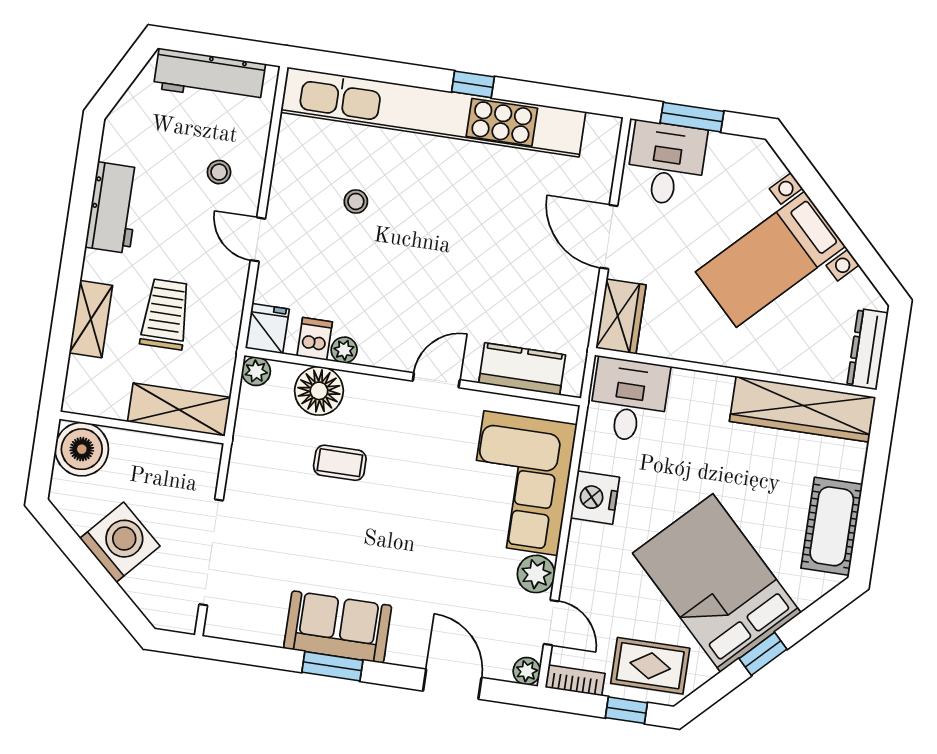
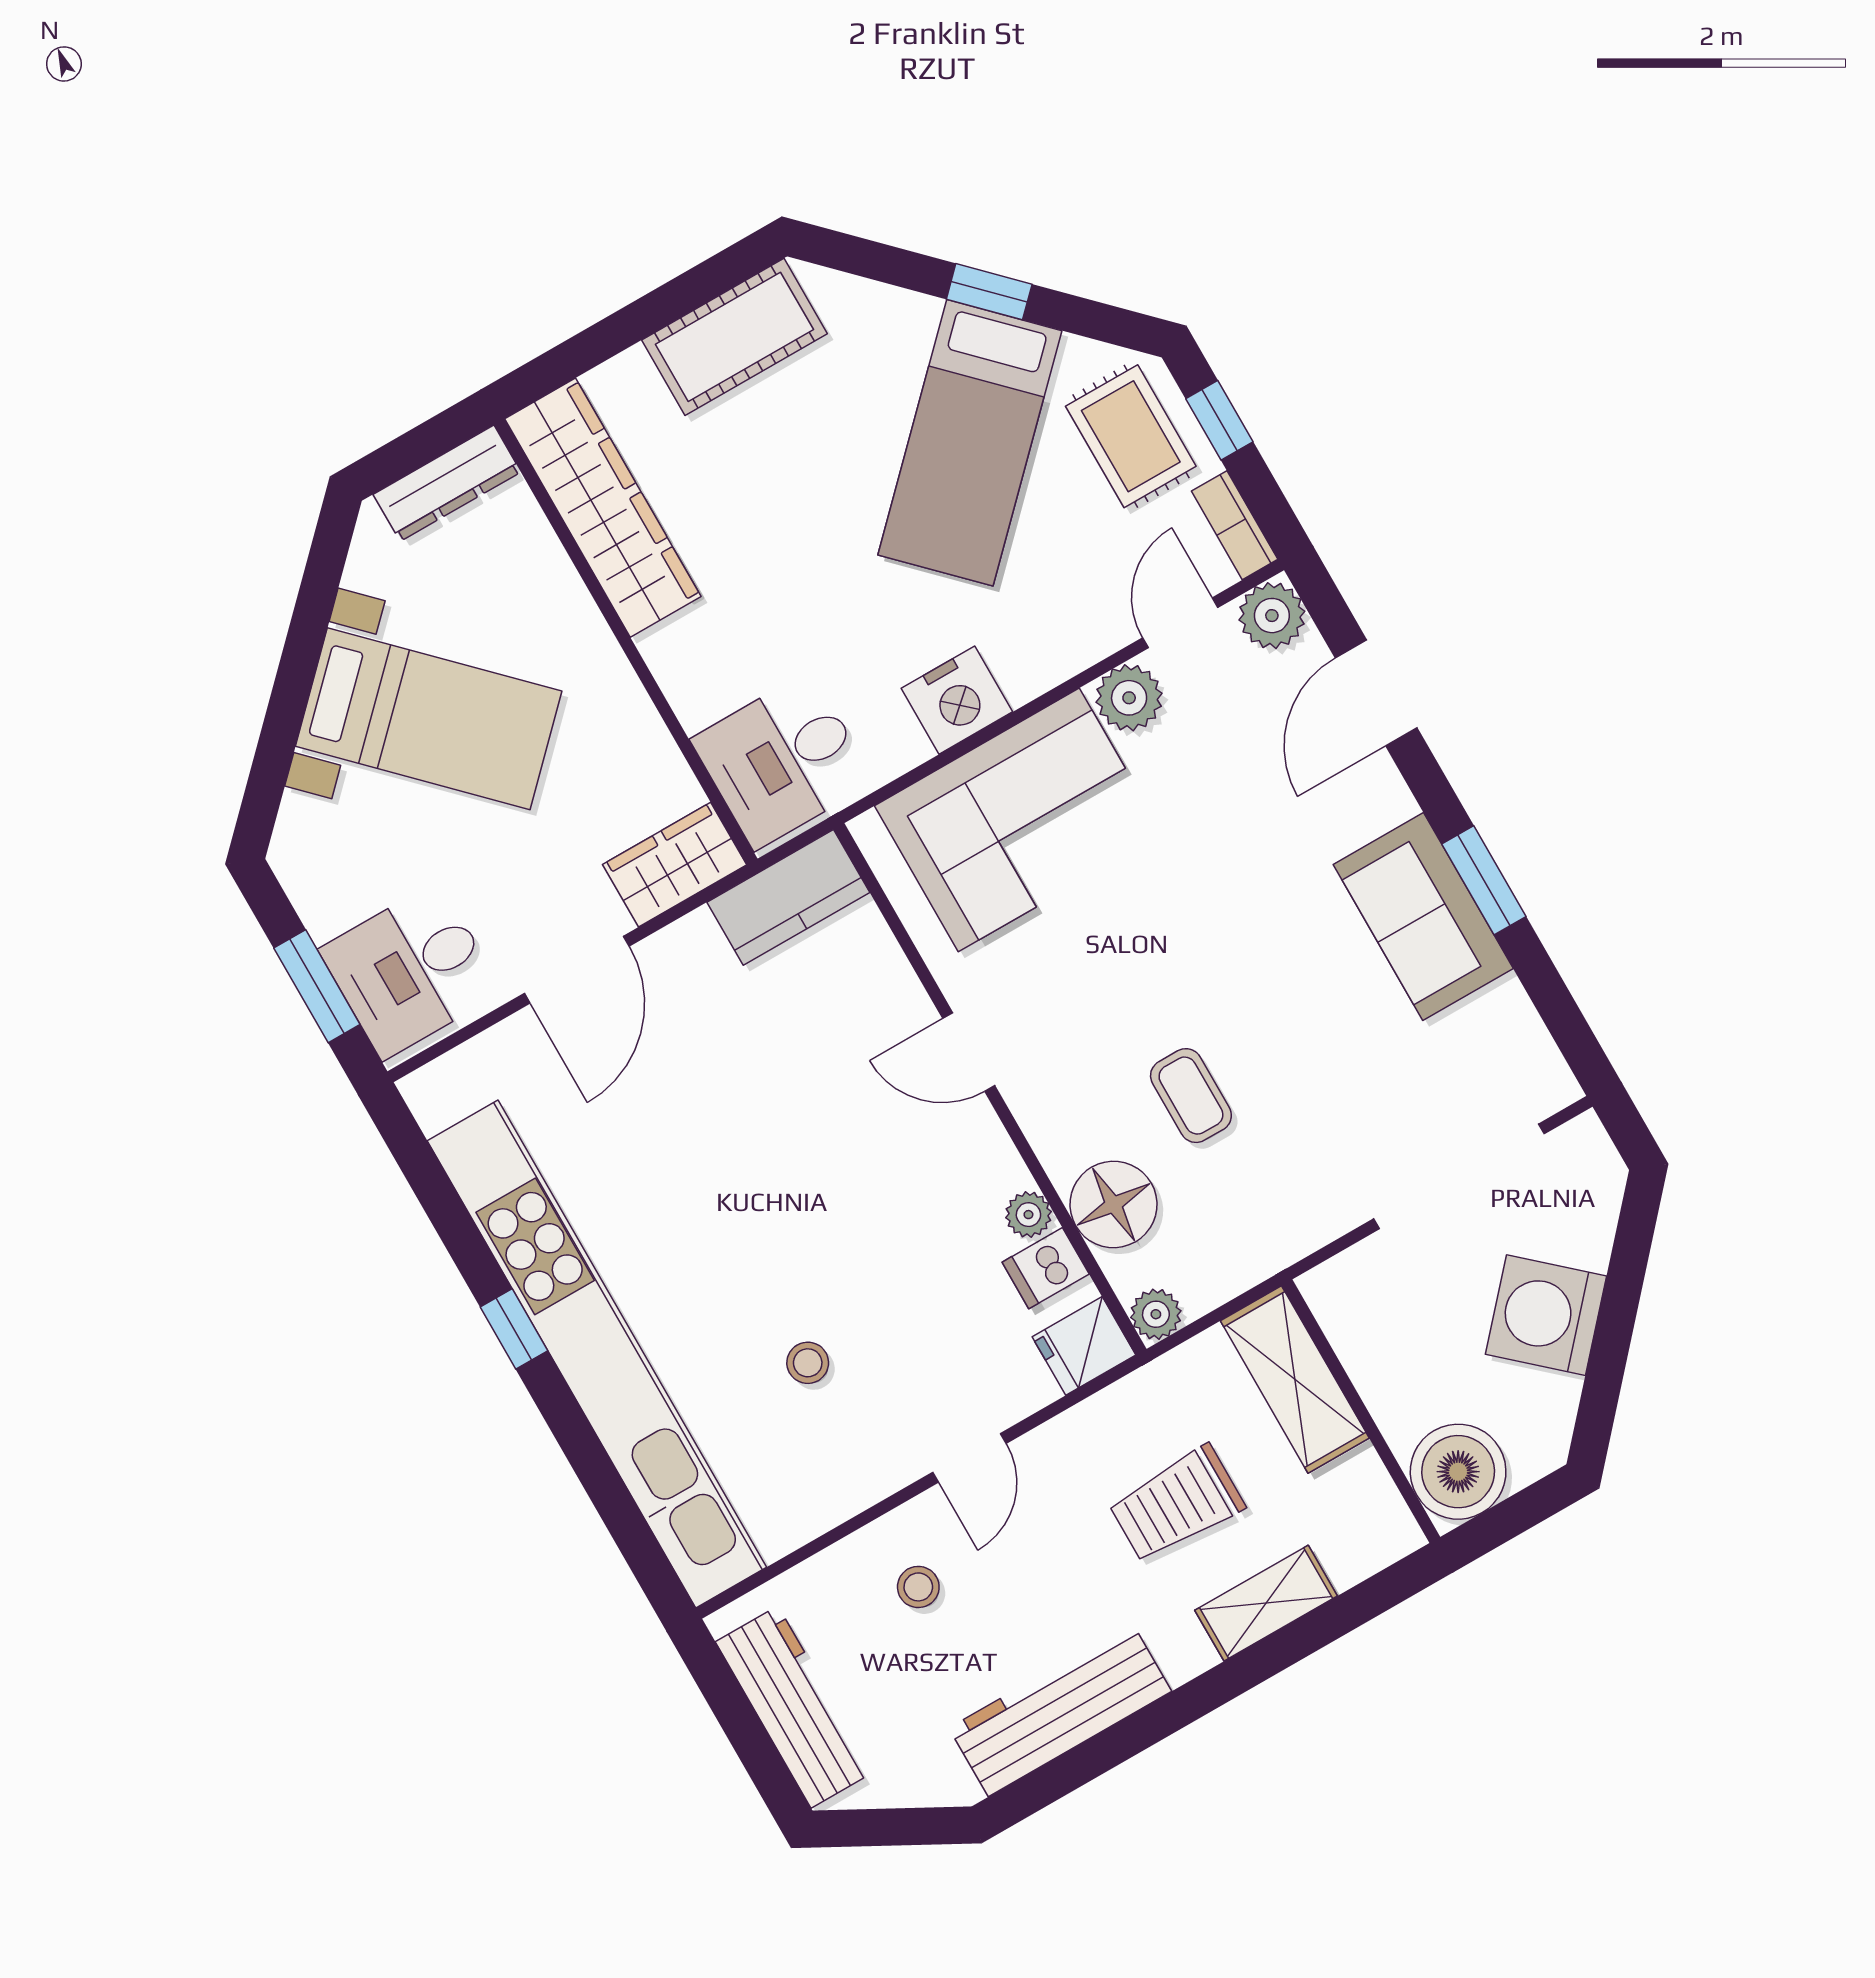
workbench: (113, 208) -> (1060, 1710), width x1.37
kitchen counter: (522, 369) -> (788, 897), moved, turned -90
bed: (717, 583) -> (970, 443), width x0.67
plant: (527, 671) -> (1272, 616), width x1.38, depth x1.38

